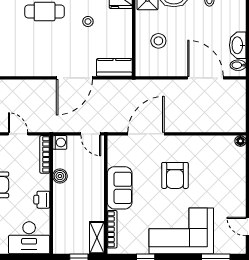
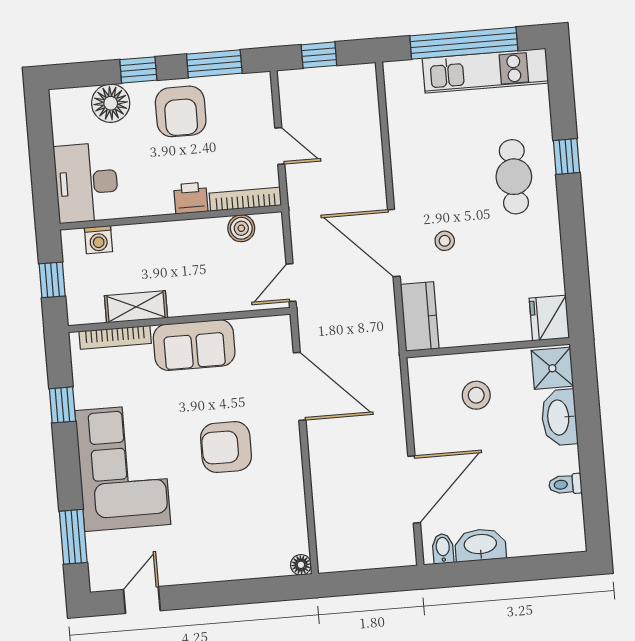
stool: (88, 21) -> (445, 241), moved
door: (18, 134) -> (280, 146), hinge flipped
washing machine: (60, 142) -> (98, 240), moved
boiler: (60, 176) -> (241, 228), moved
printer: (42, 200) -> (191, 198), moved
shelving: (97, 238) -> (136, 307), moved

